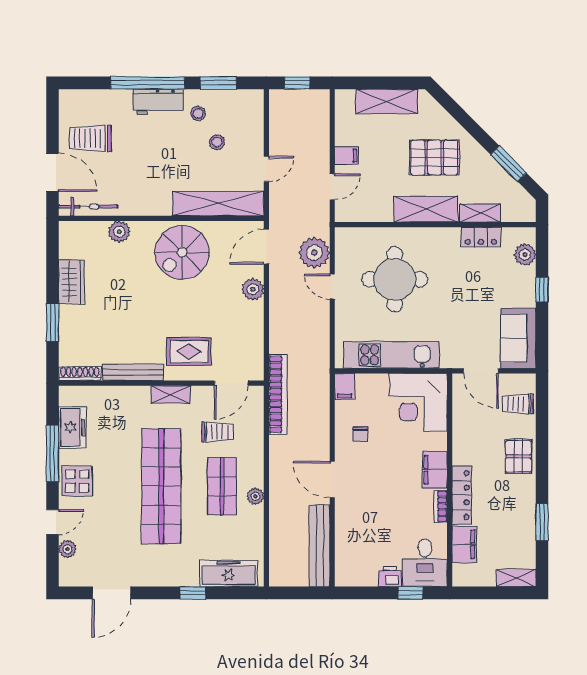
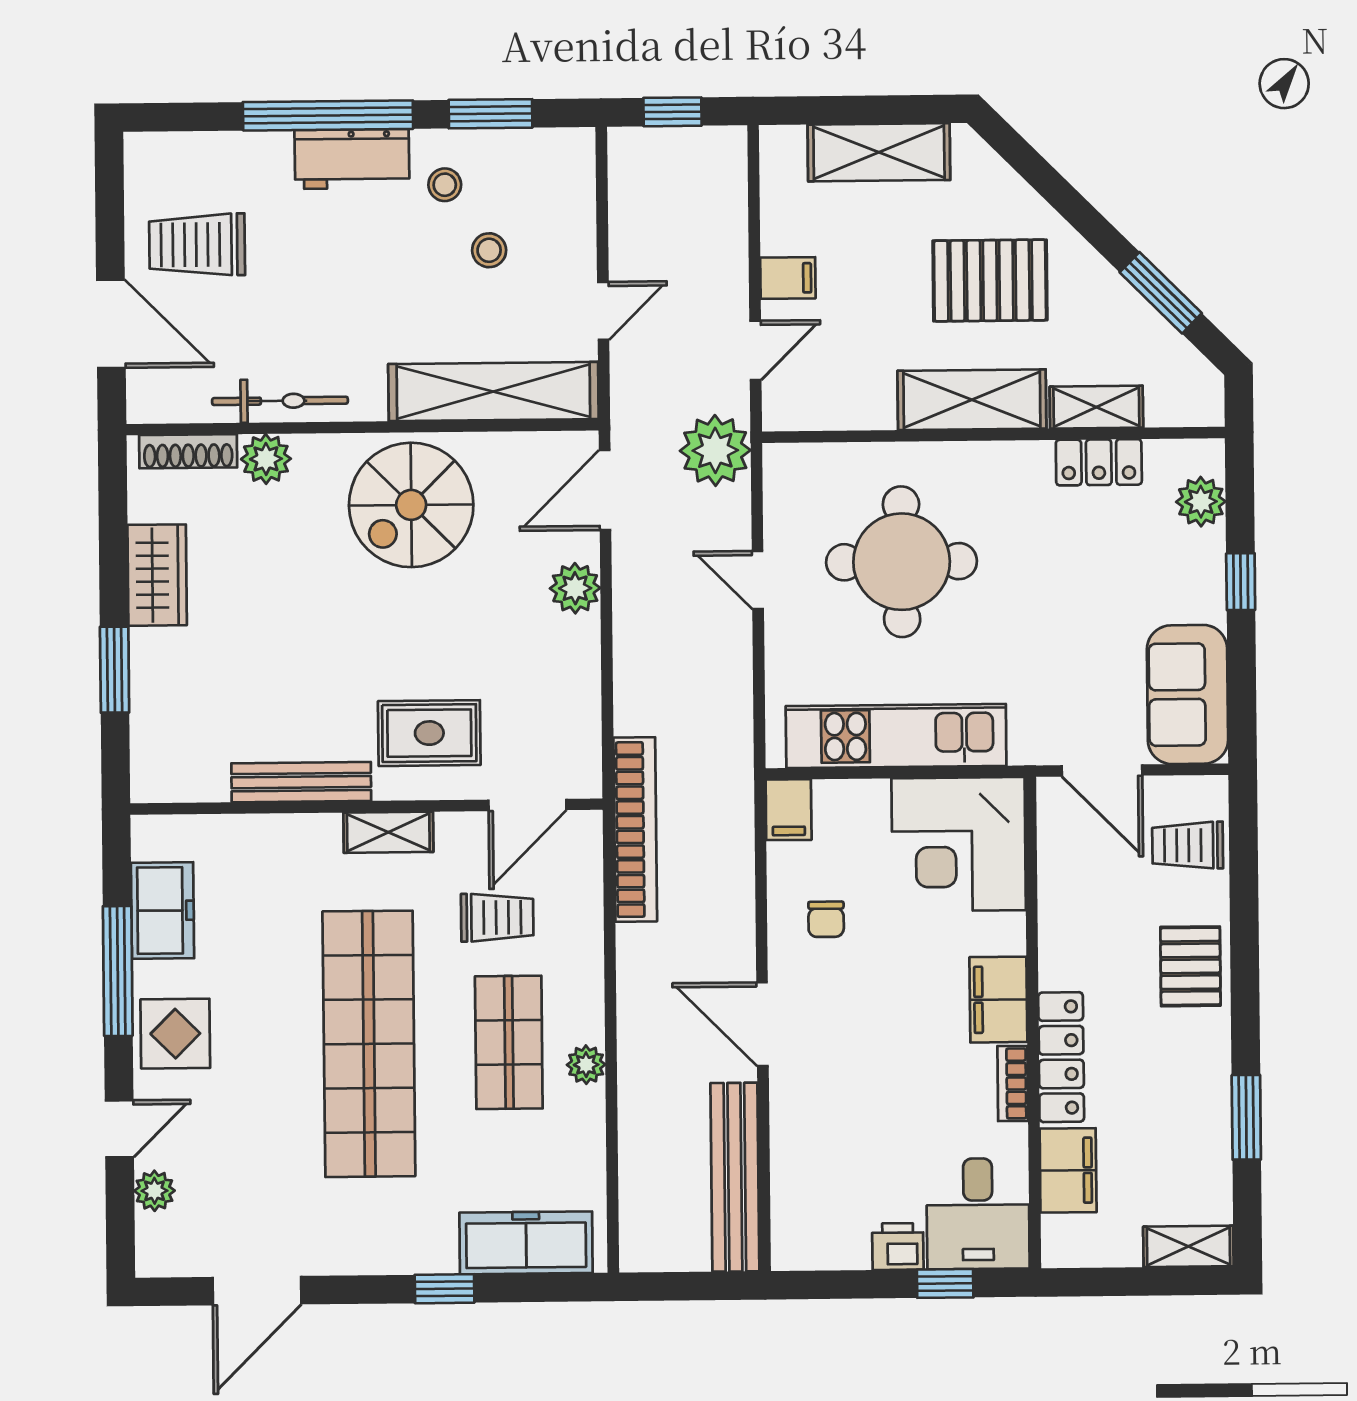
bicycle: (88, 207) -> (280, 401), moved
plant: (314, 253) -> (715, 450), moved
shoe rack: (80, 374) -> (188, 451), moved, turned 180

